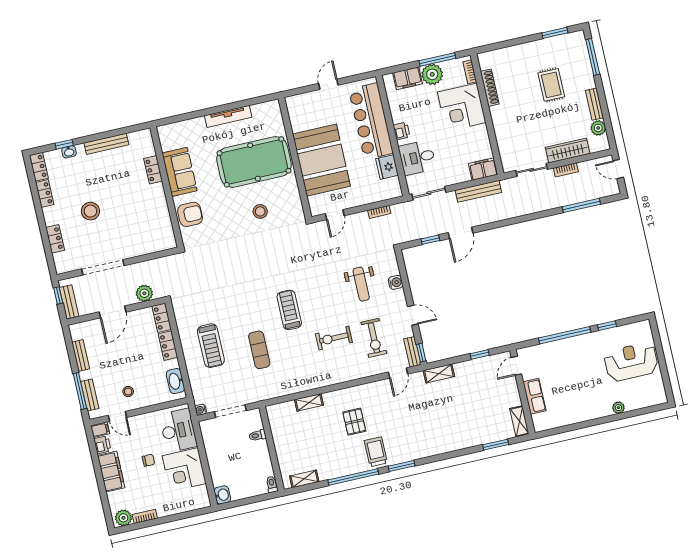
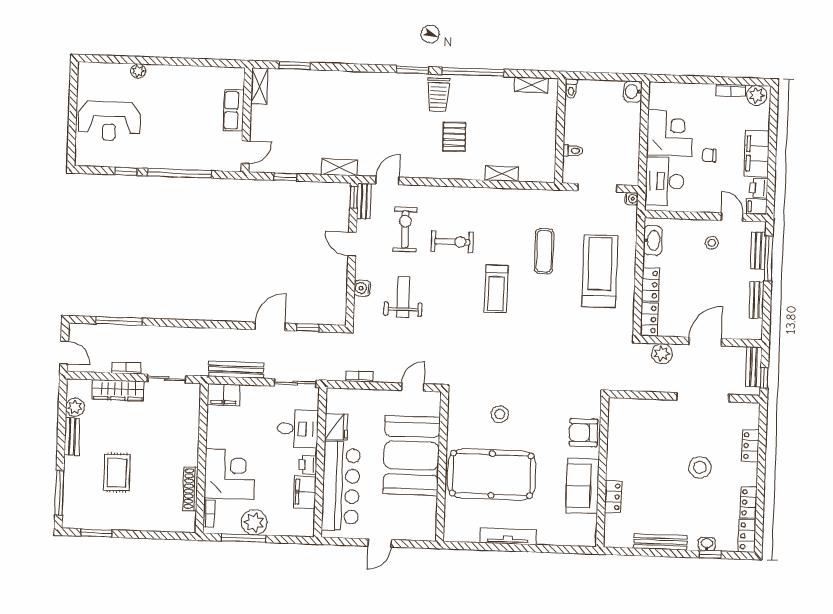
filing cabinet: (408, 78) -> (305, 492), moved, turned -90
treadmill: (211, 346) -> (600, 271), width x1.37, depth x1.38

